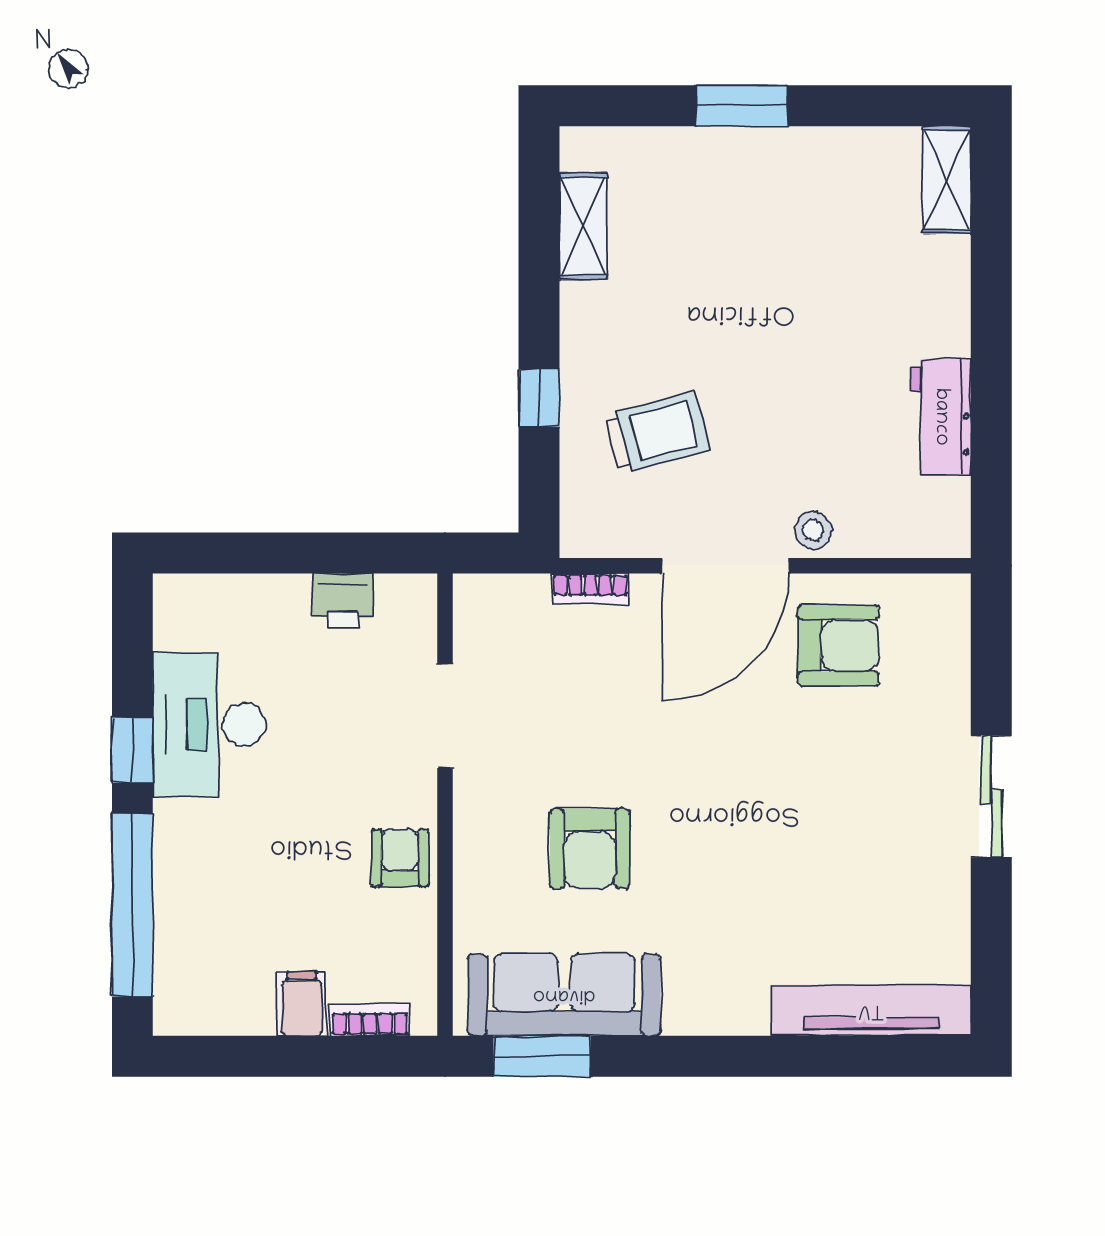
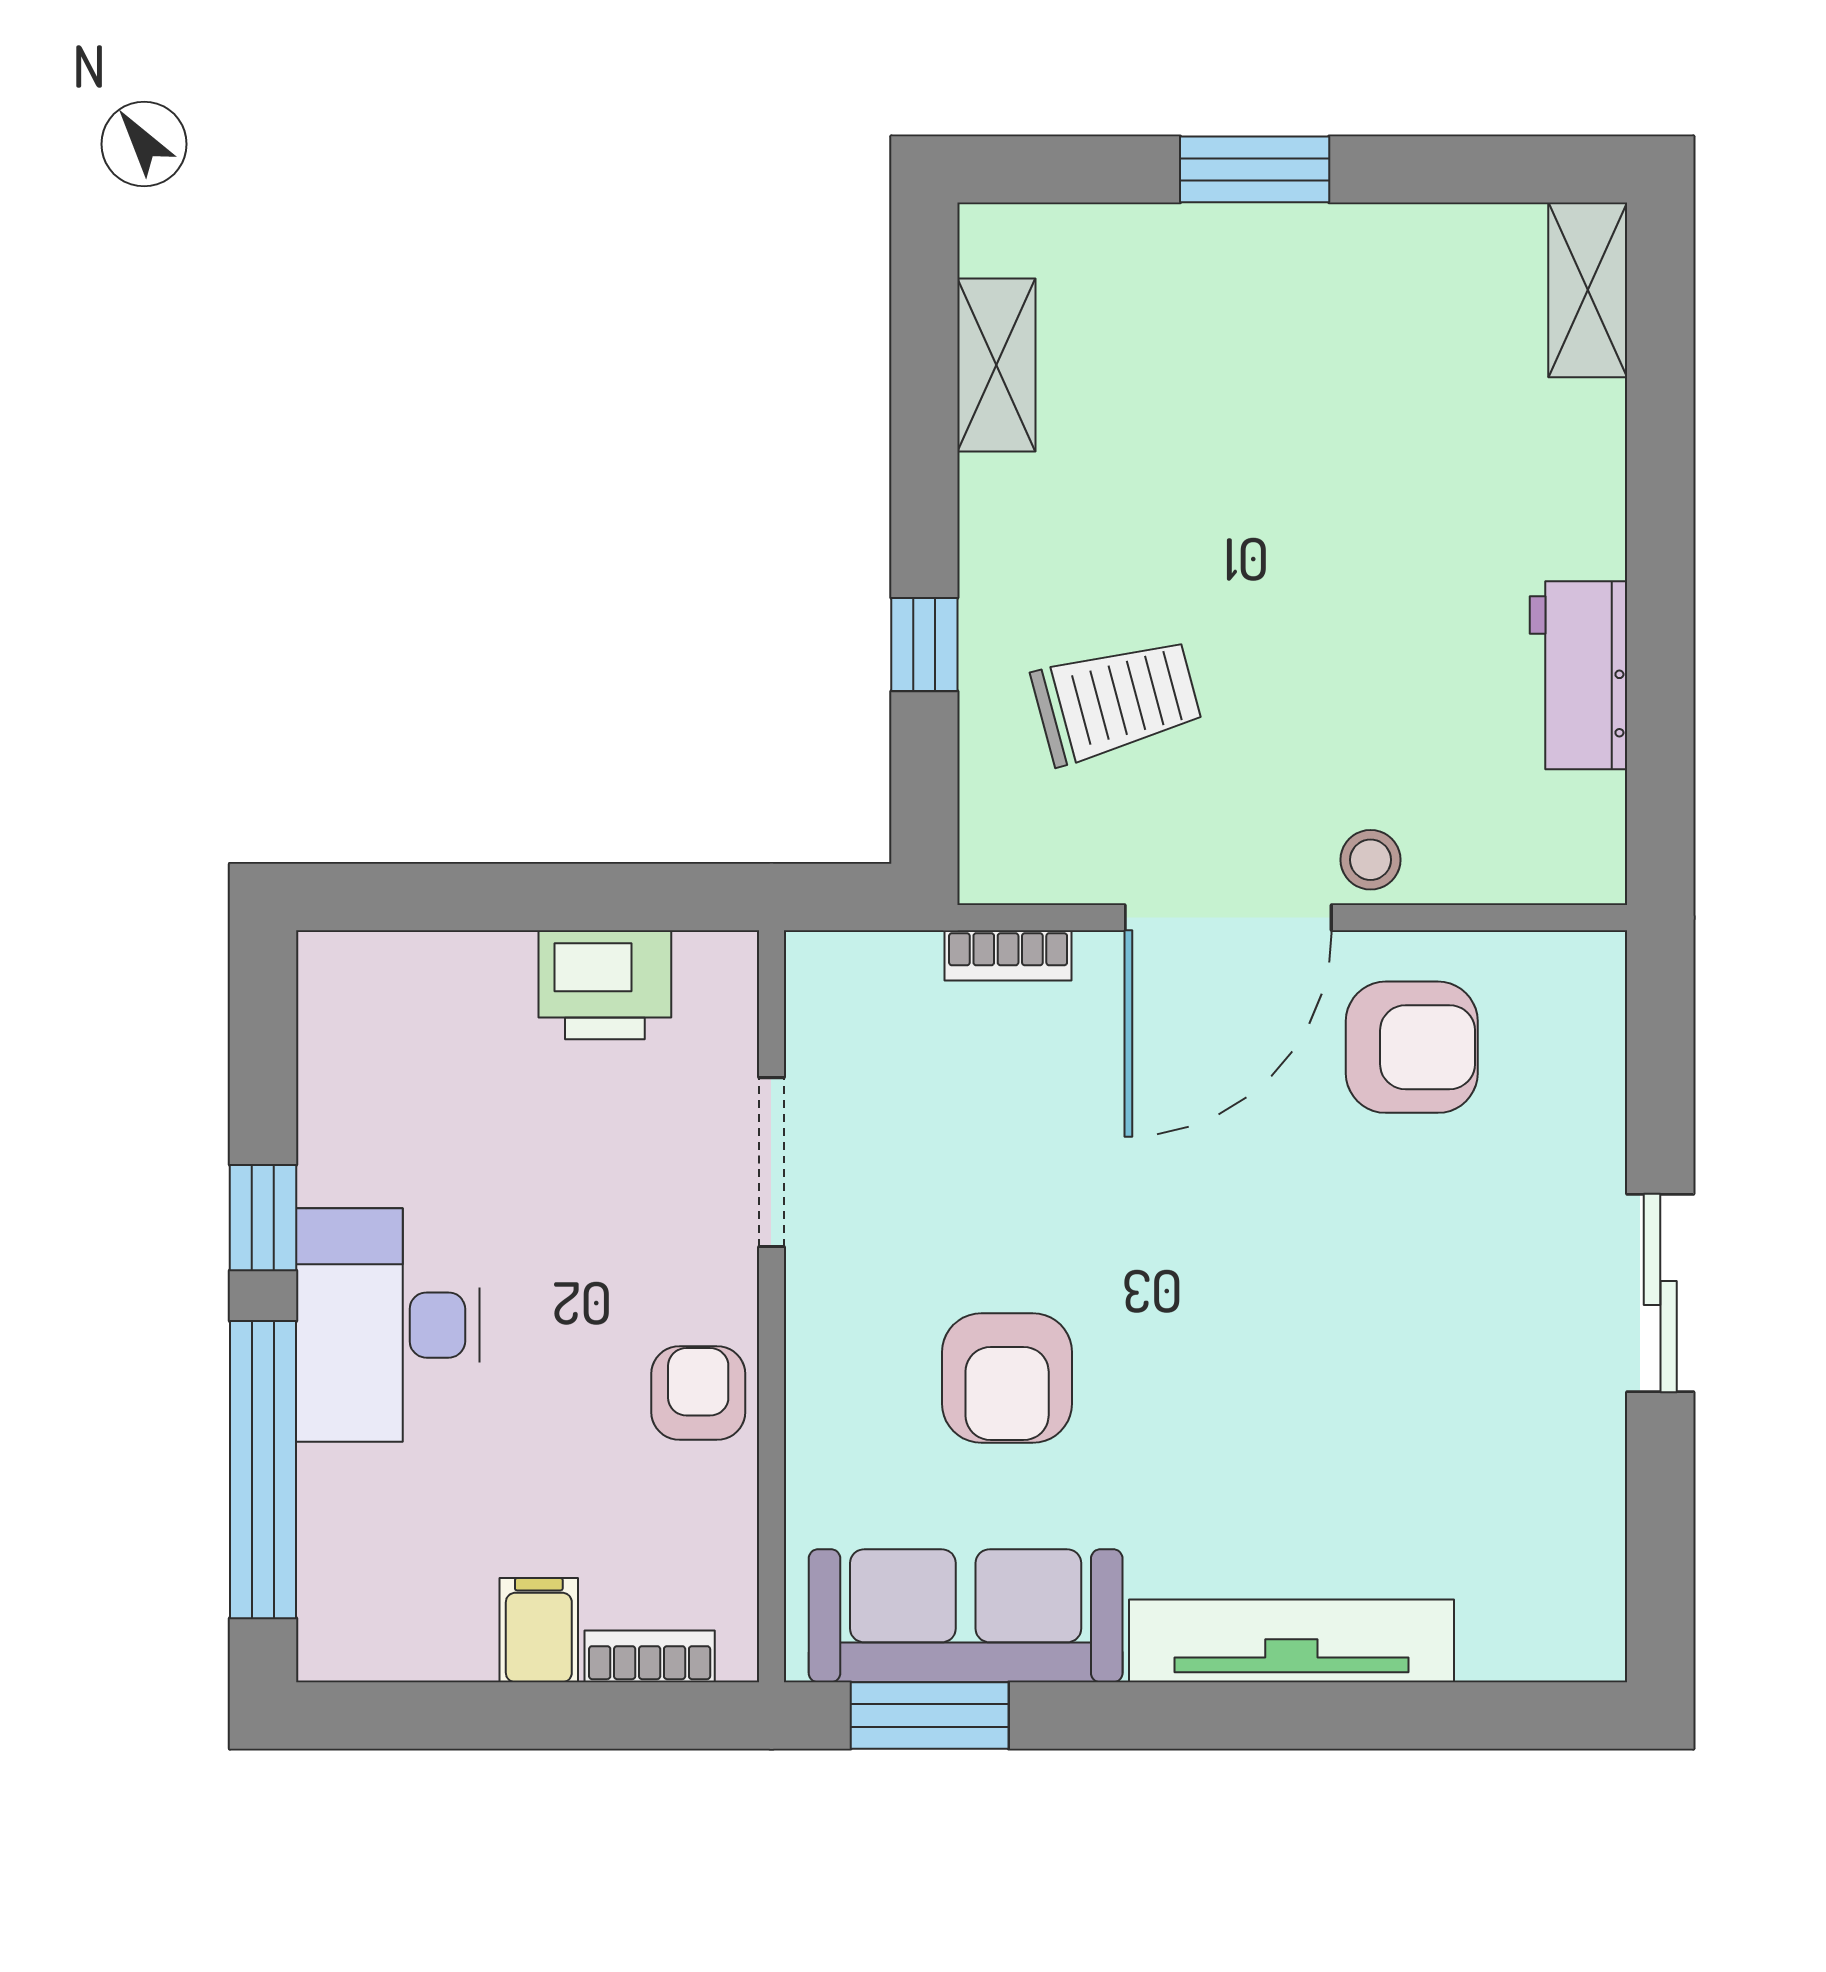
printer: (343, 600) -> (605, 985), width x1.36, depth x1.24
desk: (209, 724) -> (388, 1325), moved
tv unit: (871, 1010) -> (1291, 1641), moved

